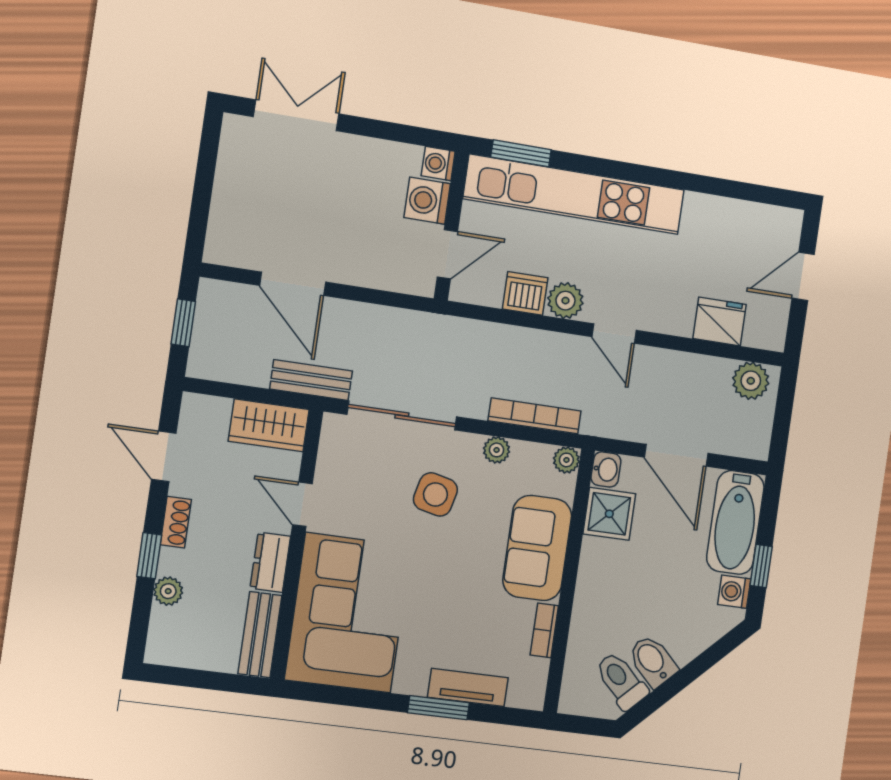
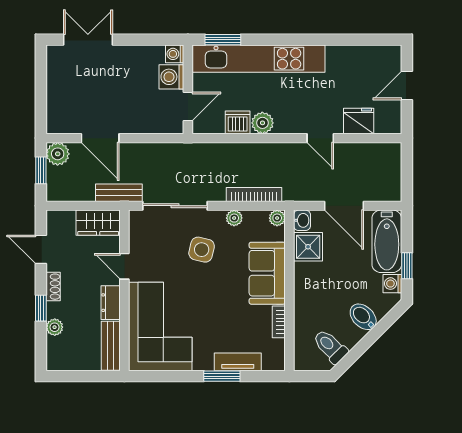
door: (614, 334) -> (320, 138), moved
plant: (751, 381) -> (58, 154), moved
bidet: (653, 661) -> (363, 317), moved

